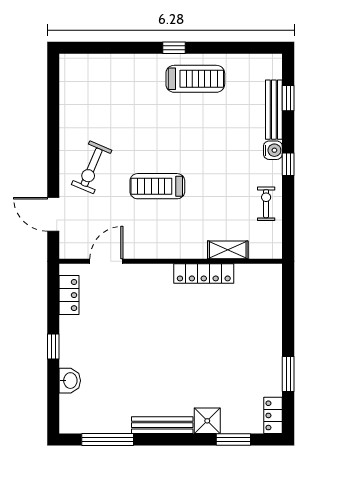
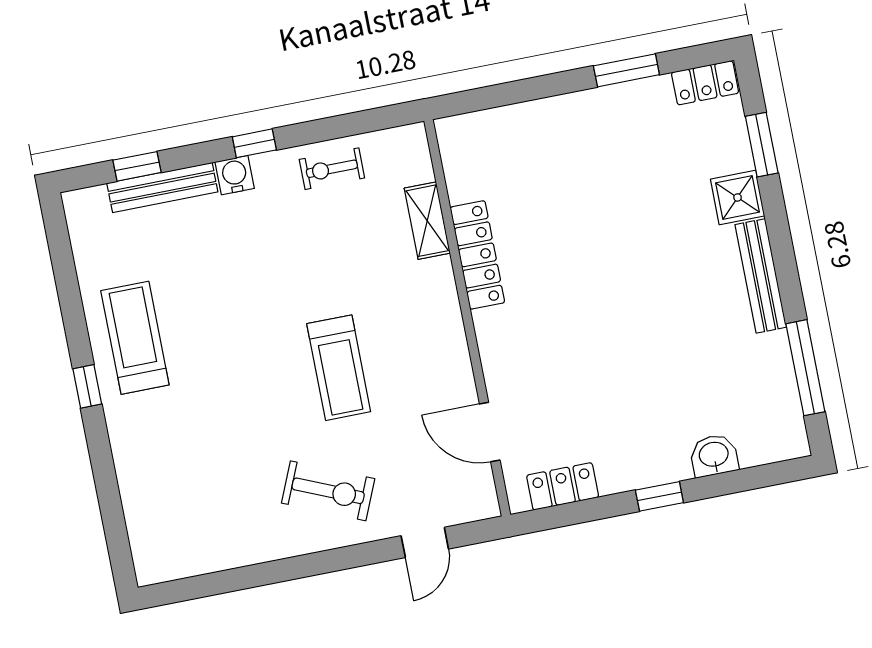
door: (53, 214) -> (425, 542), width x0.73

